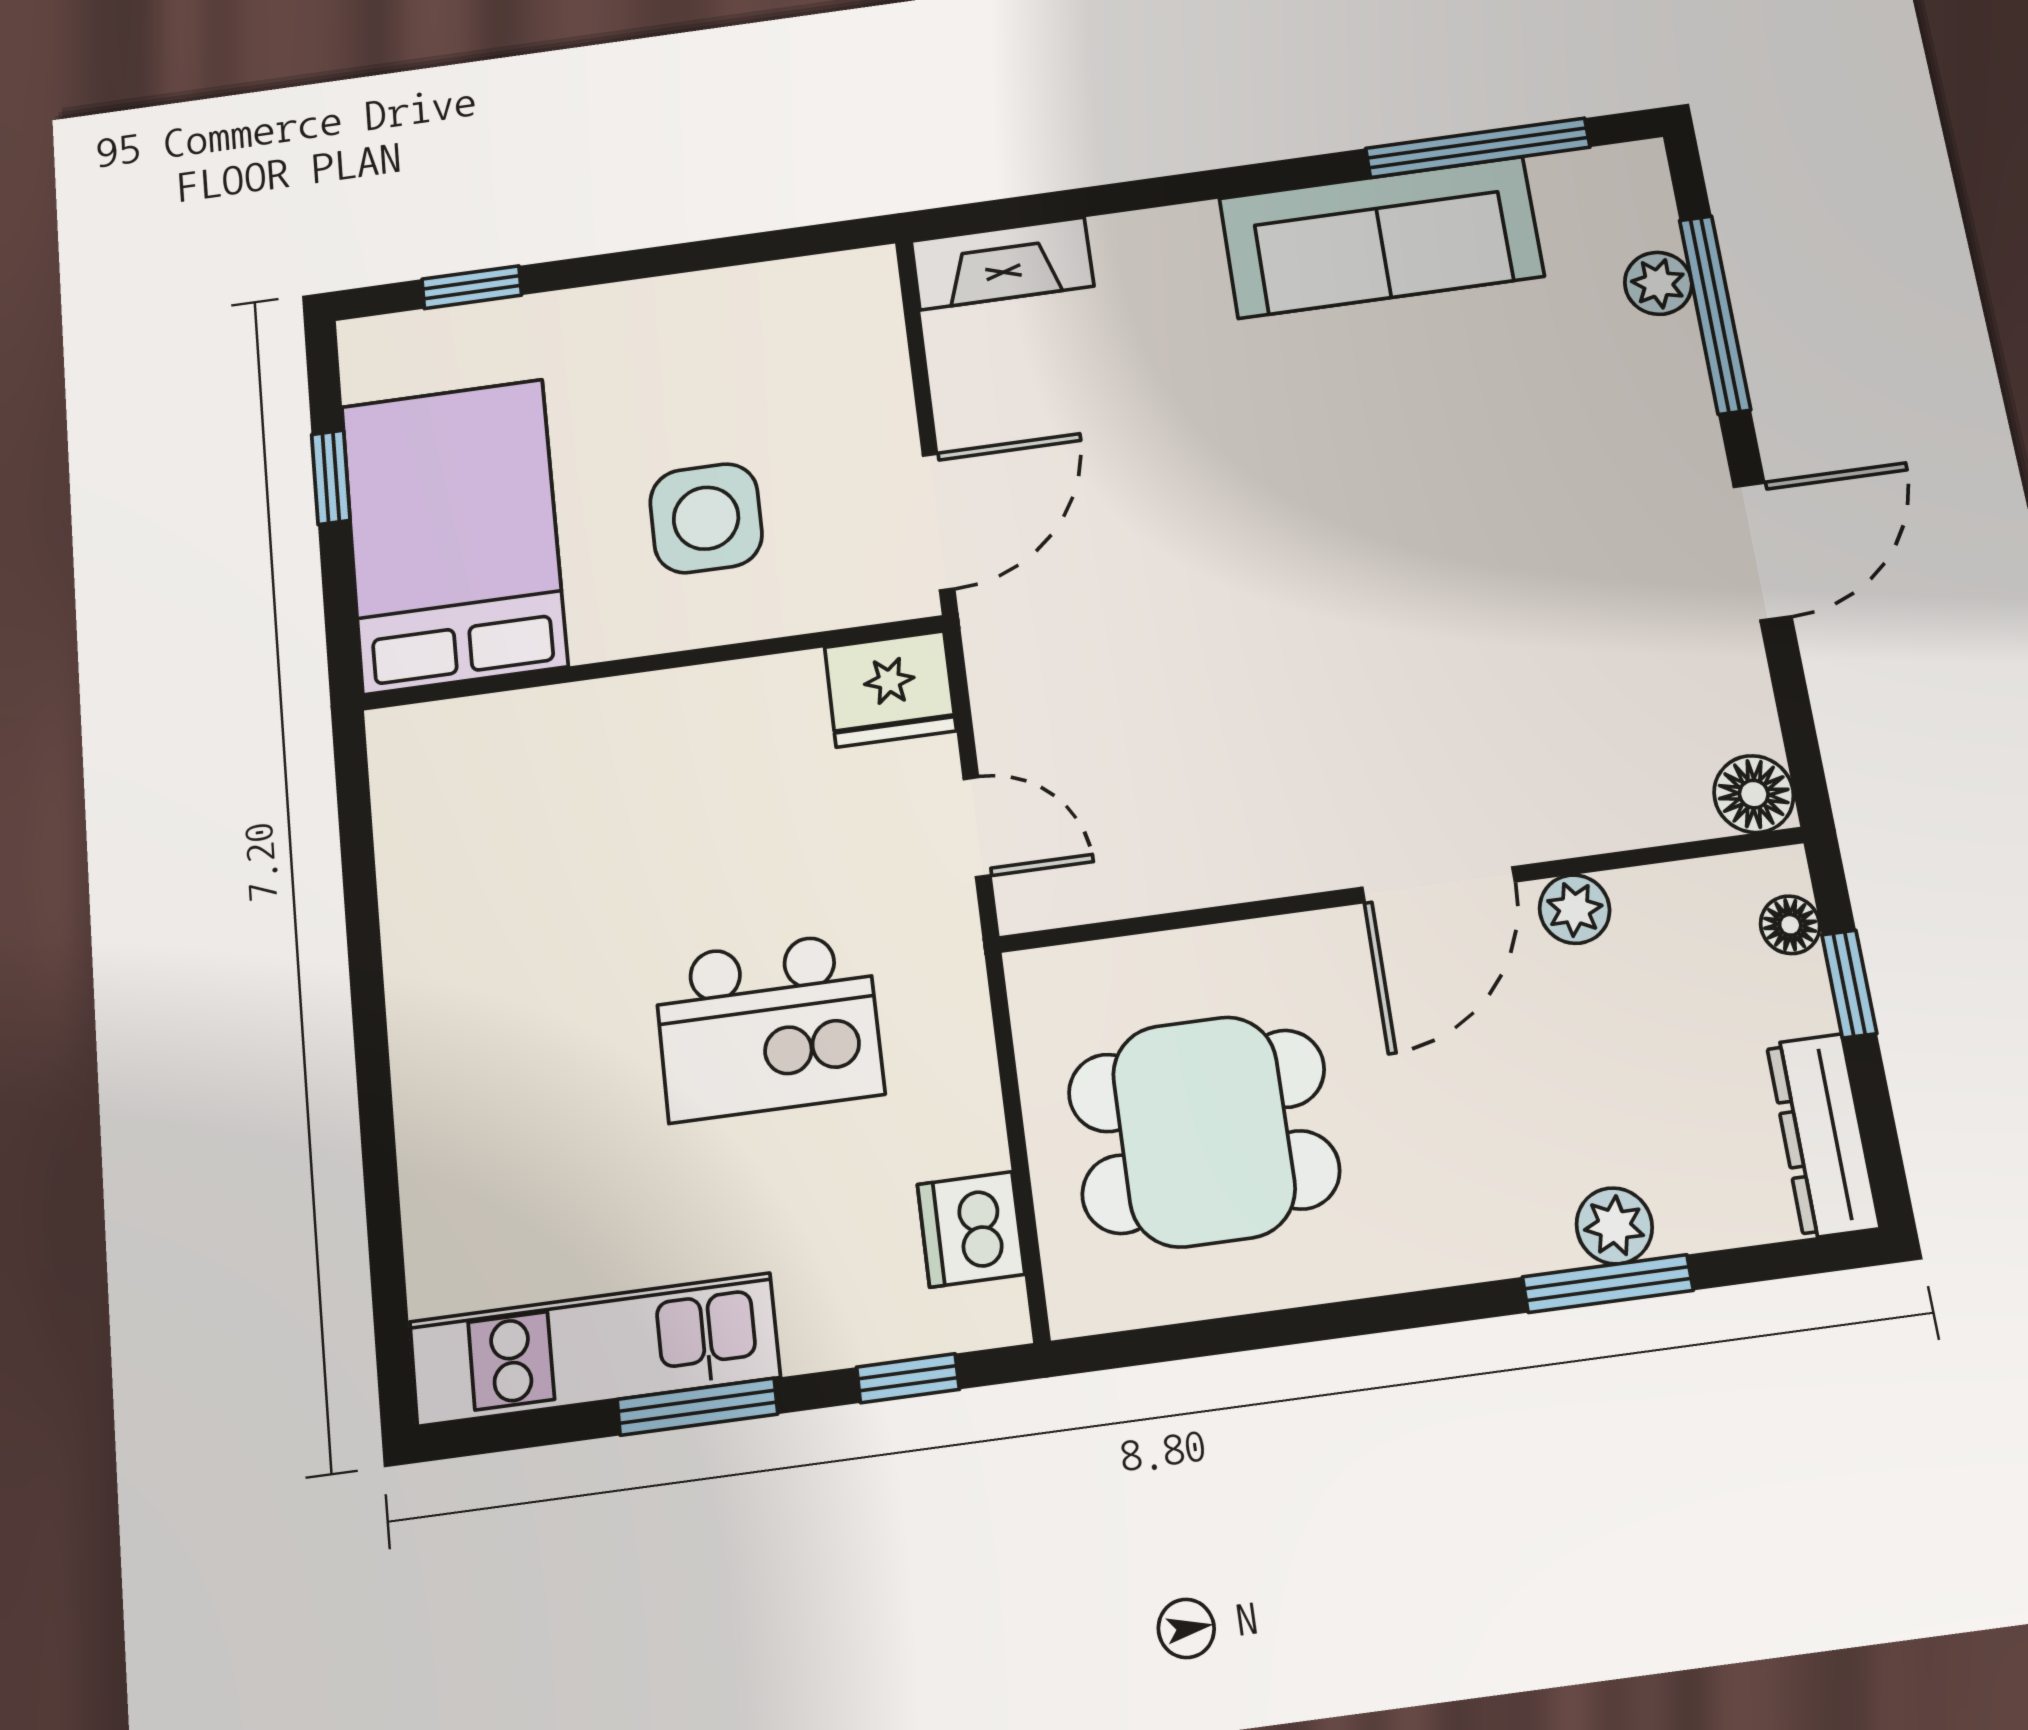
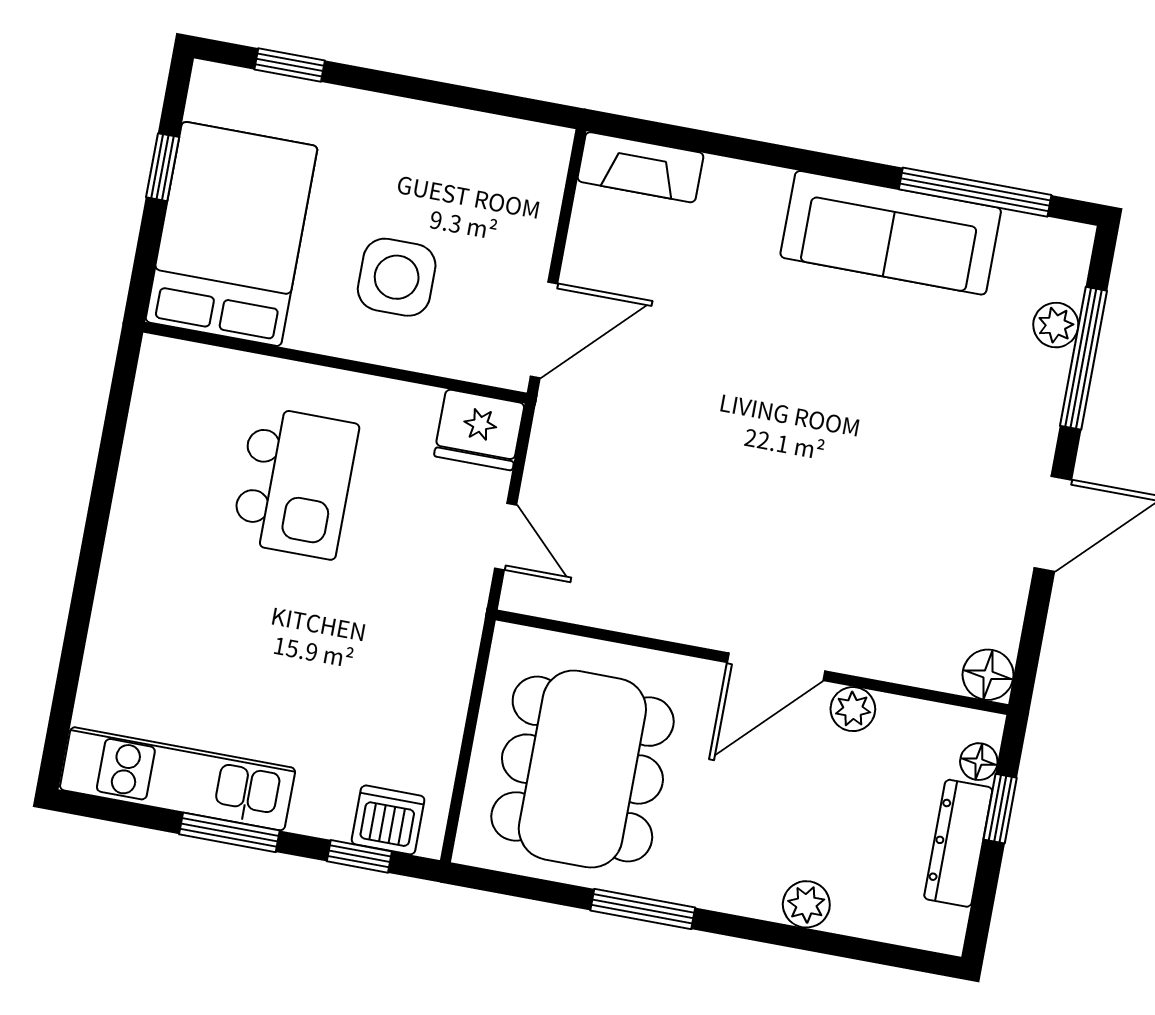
kitchen island: (768, 1026) -> (295, 483), moved, turned -90
dining table: (1204, 1131) -> (582, 769), width x1.38
dresser: (1823, 1136) -> (958, 843), moved
dishwasher: (971, 1229) -> (388, 820), moved, turned 90
window: (1608, 1284) -> (643, 909), moved

